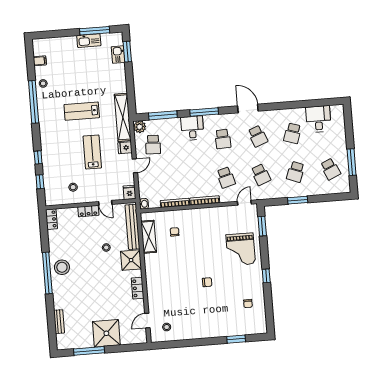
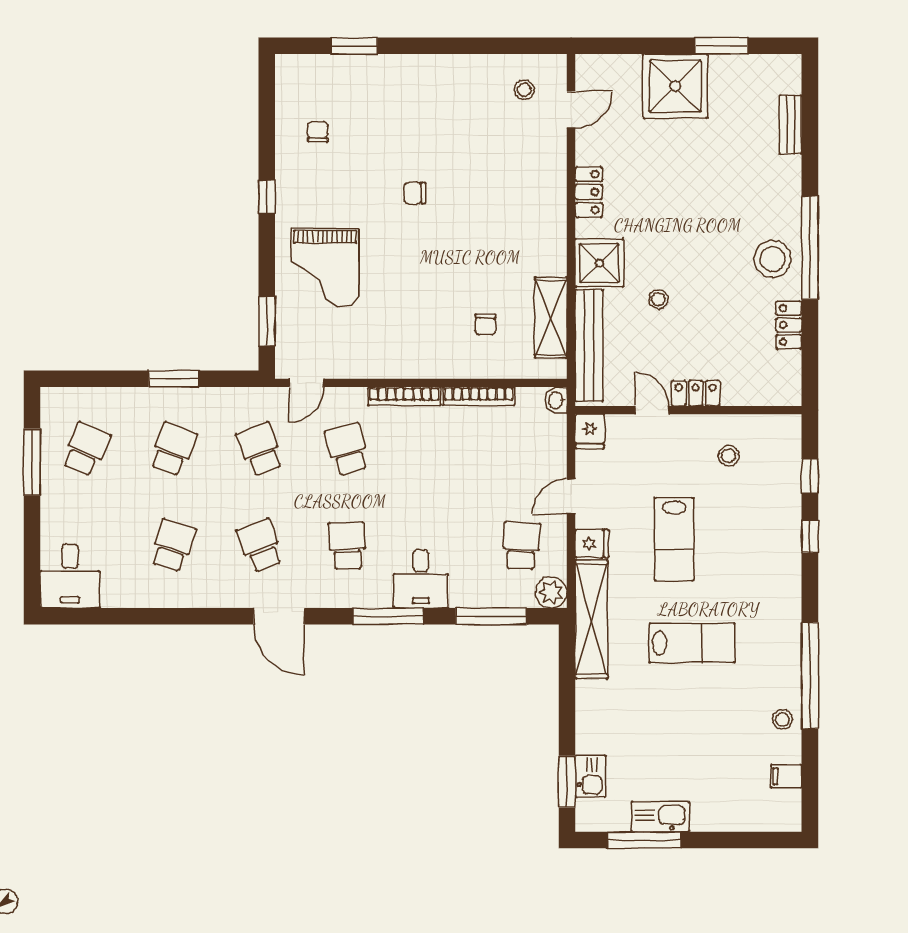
desk: (318, 119) -> (70, 576), moved
school desk: (330, 169) -> (86, 449), turned 48
locker: (51, 219) -> (789, 325), moved
grand piano: (241, 249) -> (325, 268), turned 180
window: (89, 351) -> (722, 46), width x0.69

